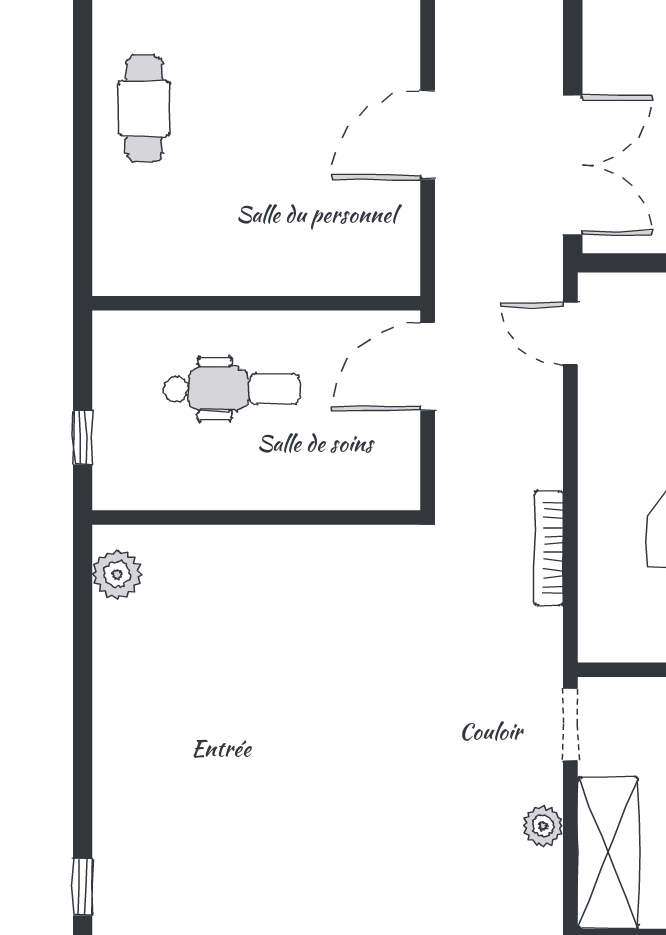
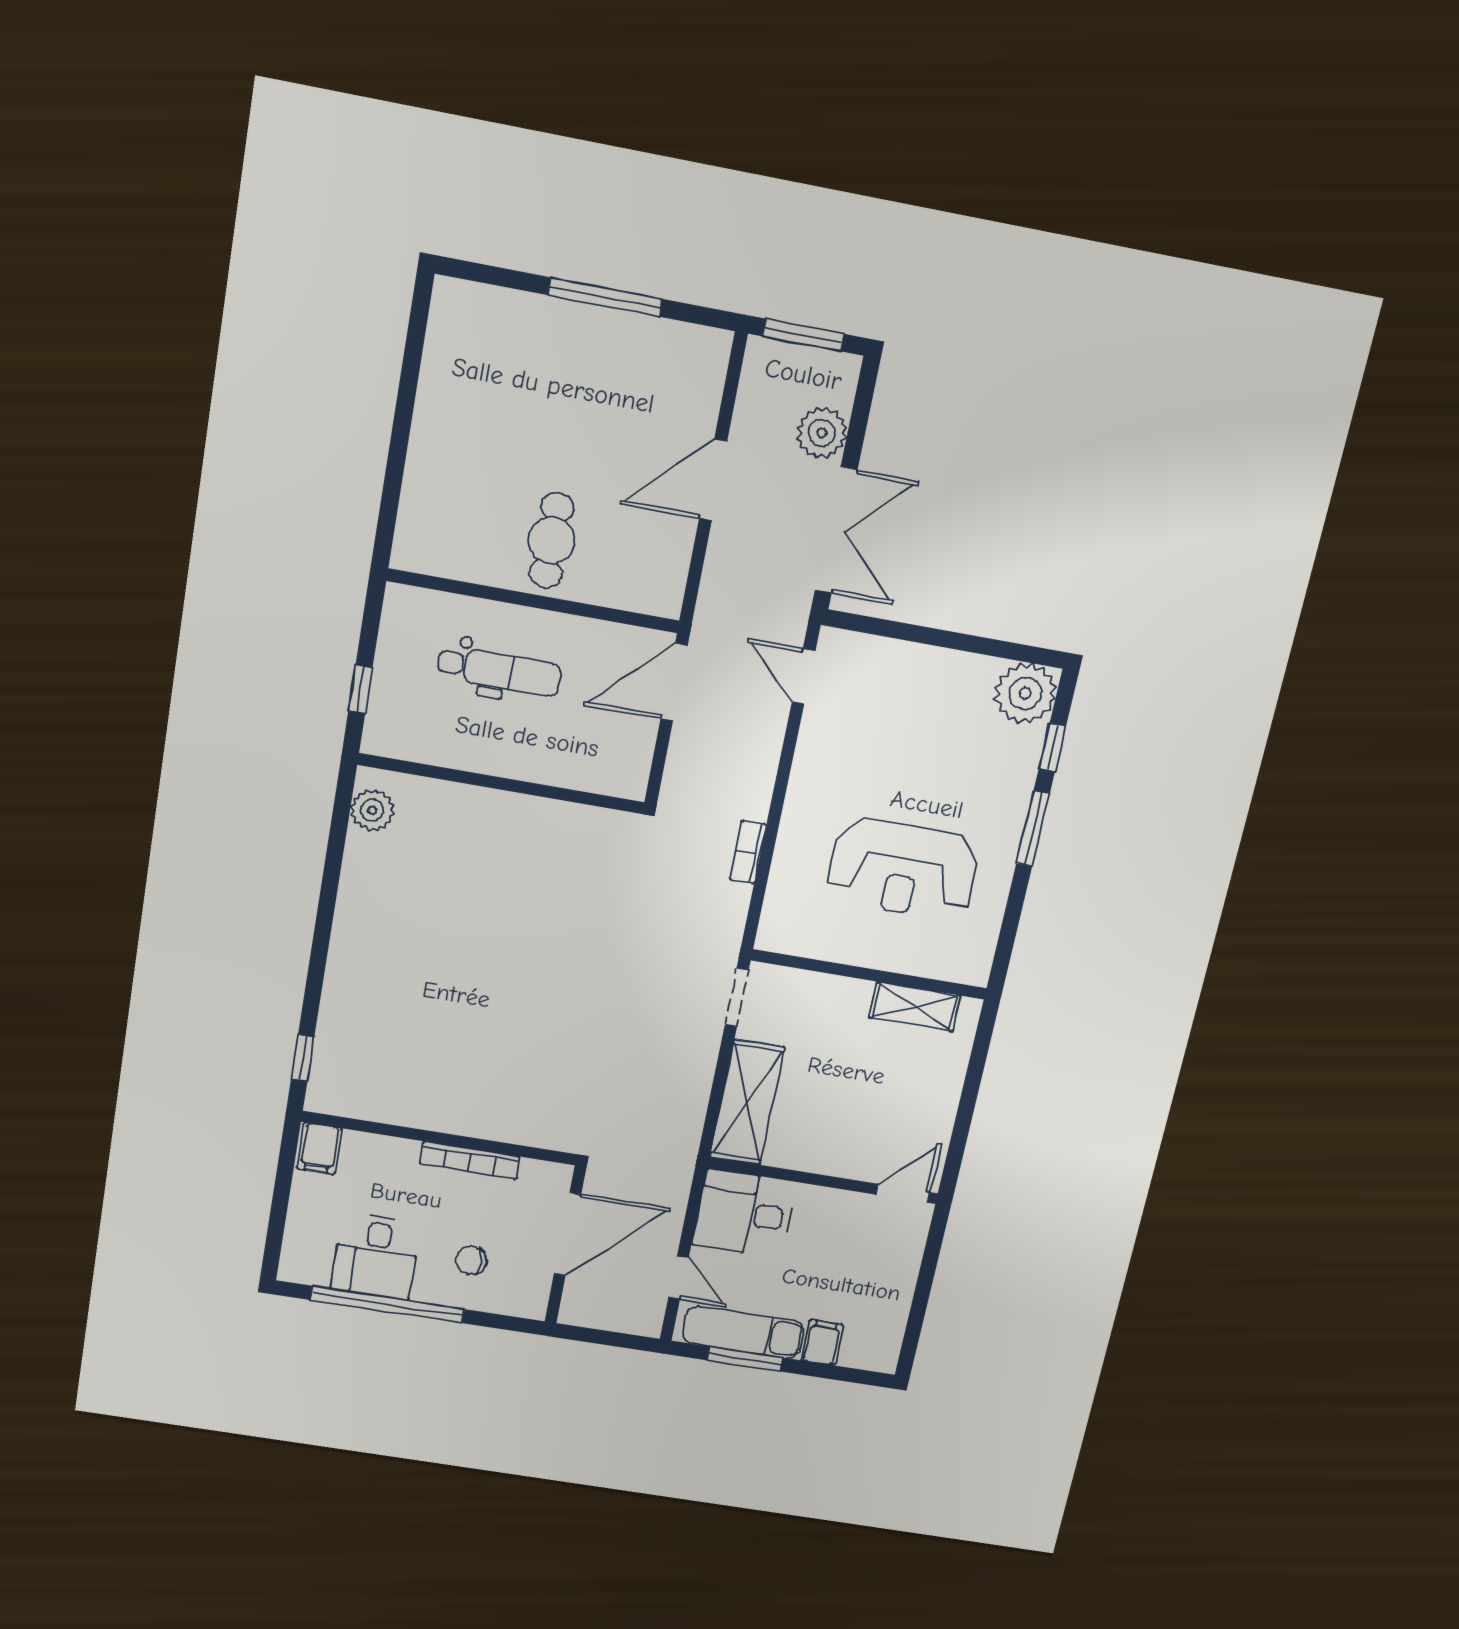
cafe table: (144, 108) -> (551, 540), moved
bookcase: (549, 548) -> (748, 852), width x0.64
plant: (543, 826) -> (822, 433), moved, width x1.38, depth x1.38

